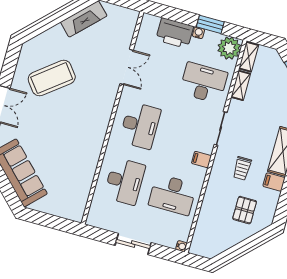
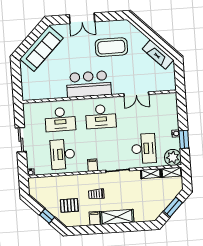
printer: (175, 33) -> (170, 118), removed
coffee table: (52, 78) -> (111, 47), turned -52
bar counter: (91, 126) -> (89, 84), added
window: (248, 245) -> (47, 216), added

